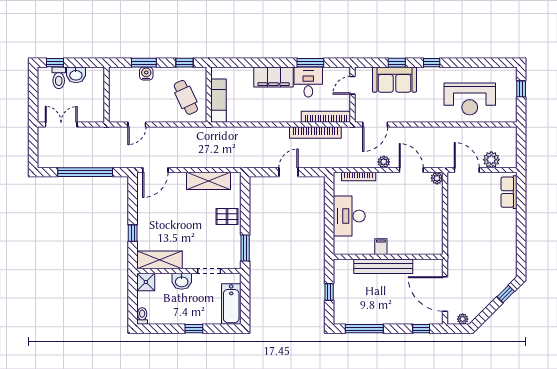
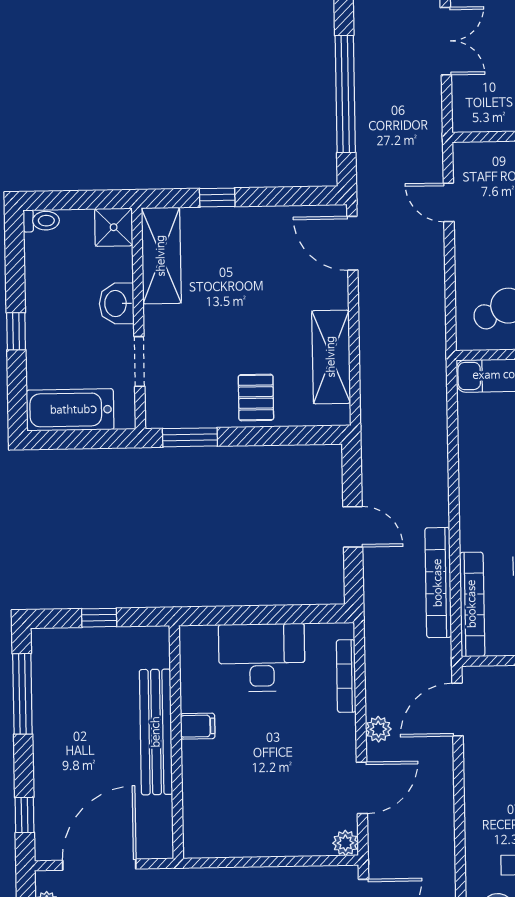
door: (375, 125) -> (458, 710), hinge flipped

